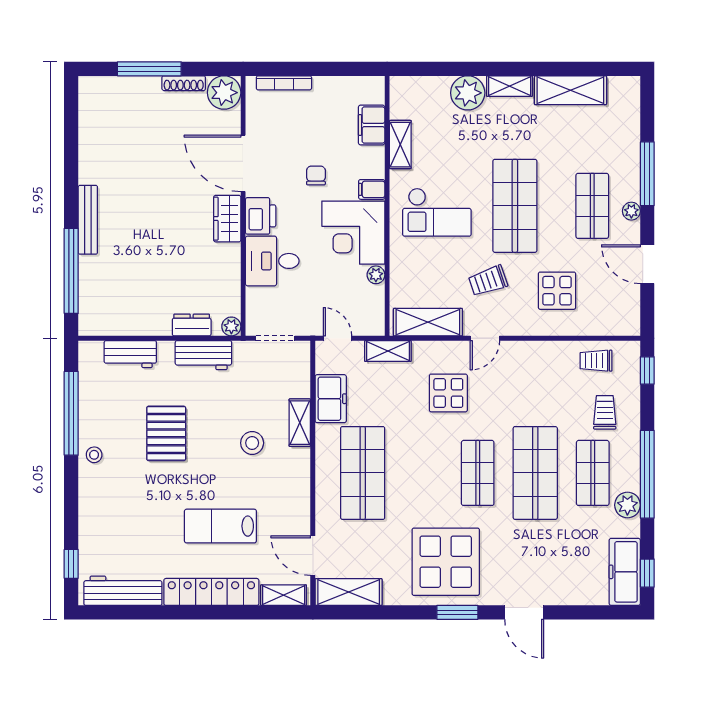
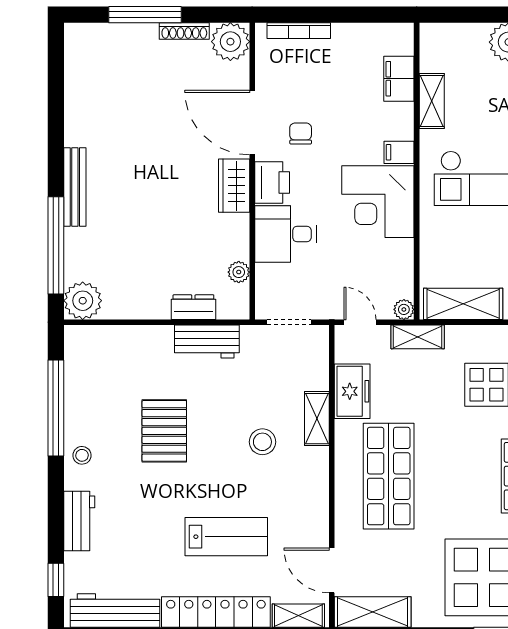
chair: (316, 176) -> (301, 133), moved
plant: (376, 275) -> (404, 309), moved
plant: (95, 319) -> (83, 301), added
plant: (231, 326) -> (239, 272), moved
workbench: (130, 354) -> (79, 521), moved, turned -90
lab bench: (220, 526) -> (226, 537), turned 180

